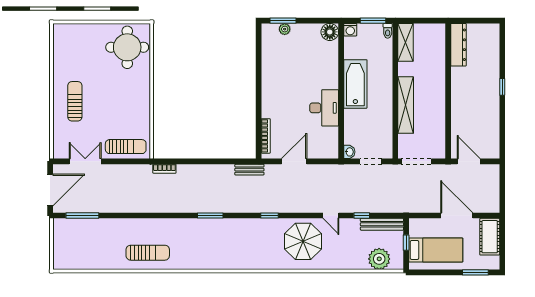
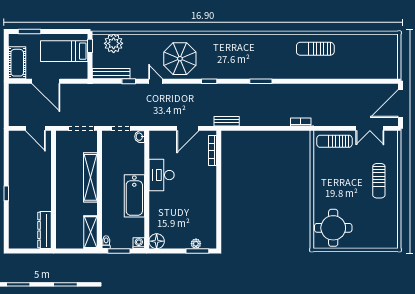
window: (82, 216) -> (372, 81), removed
window: (406, 243) -> (90, 46), moved

